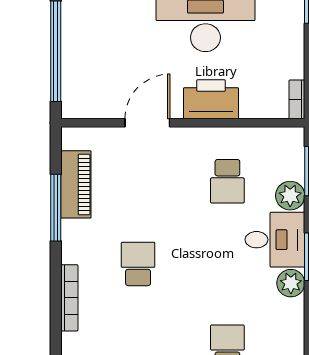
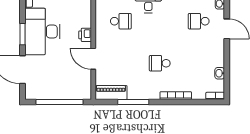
printer: (211, 99) -> (85, 35), width x0.53, depth x0.68
piano: (76, 184) -> (111, 93), moved

